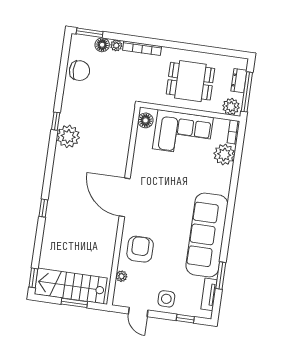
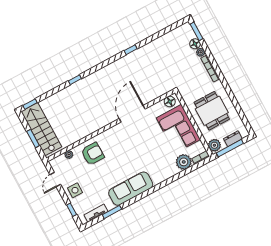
chair: (80, 71) -> (170, 42), removed
plant: (68, 136) -> (127, 63), removed
door: (125, 197) -> (132, 114), moved
sofa: (207, 235) -> (131, 189), width x0.74, depth x0.79

